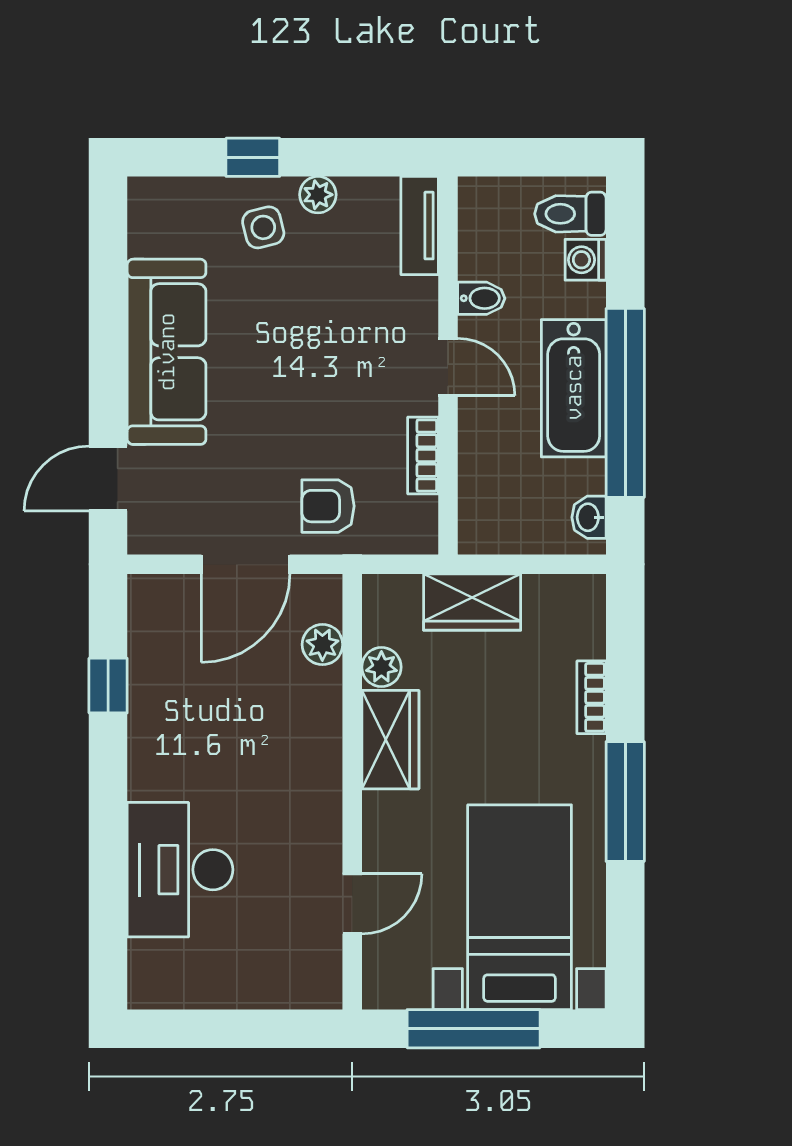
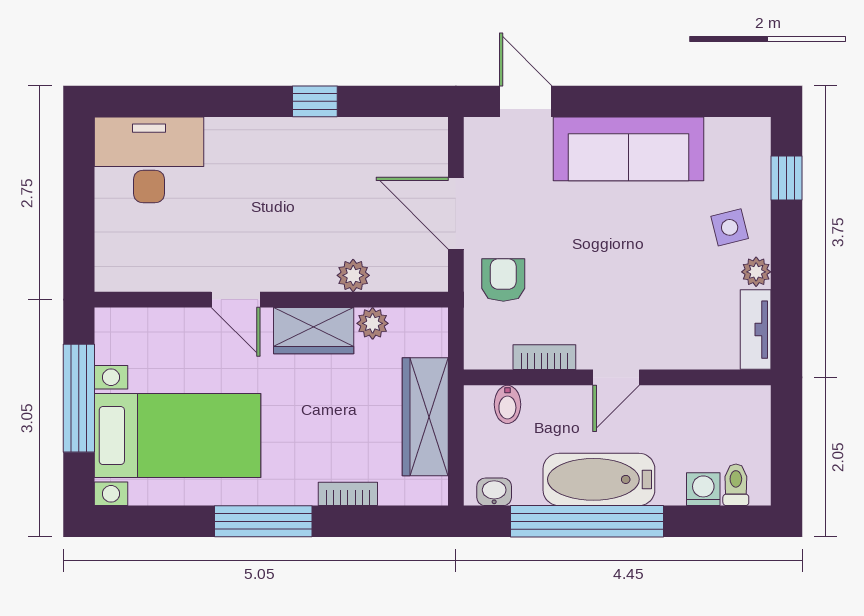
window: (253, 157) -> (786, 178), moved
toilet: (570, 214) -> (736, 485), width x0.73, depth x0.72
tv unit: (420, 226) -> (756, 330), moved, turned -90
bidet: (481, 298) -> (507, 404), moved
wardrobe: (472, 602) -> (425, 417), width x1.50
plant: (322, 645) -> (353, 275), moved
window: (108, 686) -> (315, 101), moved
desk: (180, 870) -> (149, 160), moved
door: (352, 904) -> (236, 300), moved

